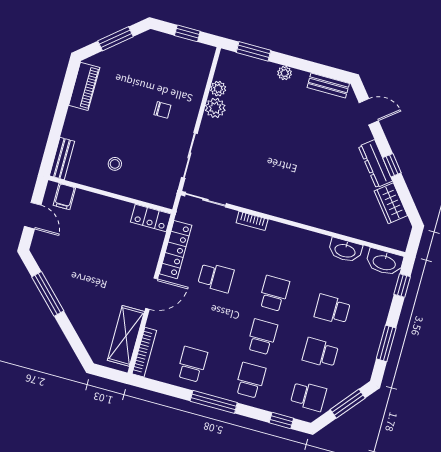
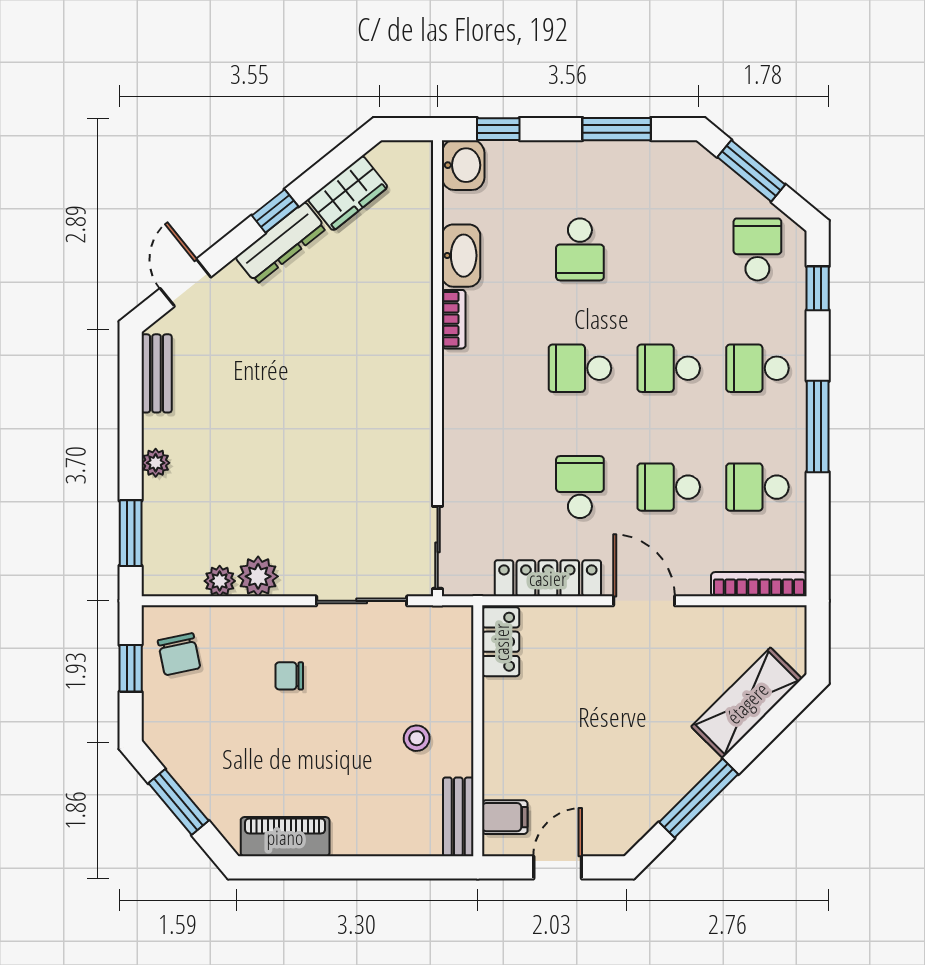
chair: (188, 59) -> (179, 654), added
chair: (162, 110) -> (289, 676), turned -90
bench: (62, 159) -> (458, 817), moved, turned 90
bookcase: (252, 221) -> (454, 319), moved
washbasin: (384, 262) -> (463, 165), width x0.72
shelving: (126, 336) -> (747, 703), moved, turned -45
school desk: (320, 353) -> (669, 487), moved, turned 90

